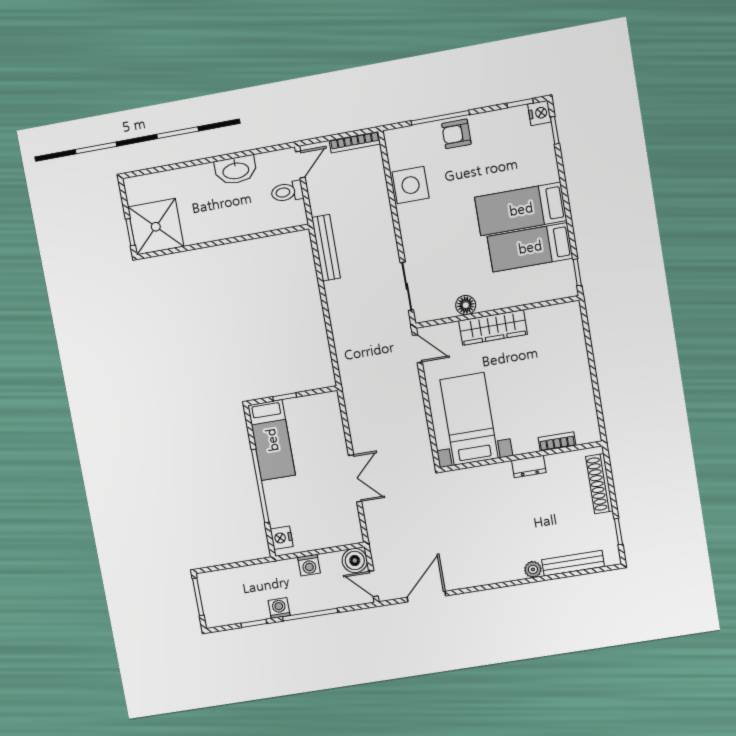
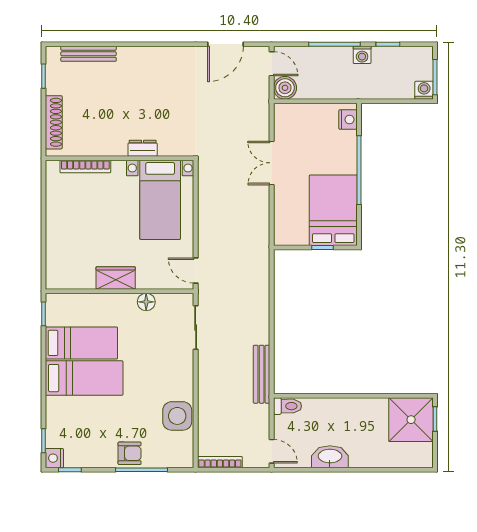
door: (300, 165) -> (272, 451), swing flipped
toilet: (287, 192) -> (287, 406), moved
wardrobe: (493, 328) -> (116, 278), width x0.67
bed: (272, 440) -> (333, 210), width x1.50
bookcase: (557, 442) -> (85, 167), width x1.56
dresser: (529, 466) -> (143, 148), moved
washing machine: (309, 565) -> (424, 90), moved
plant: (533, 569) -> (125, 54), removed

